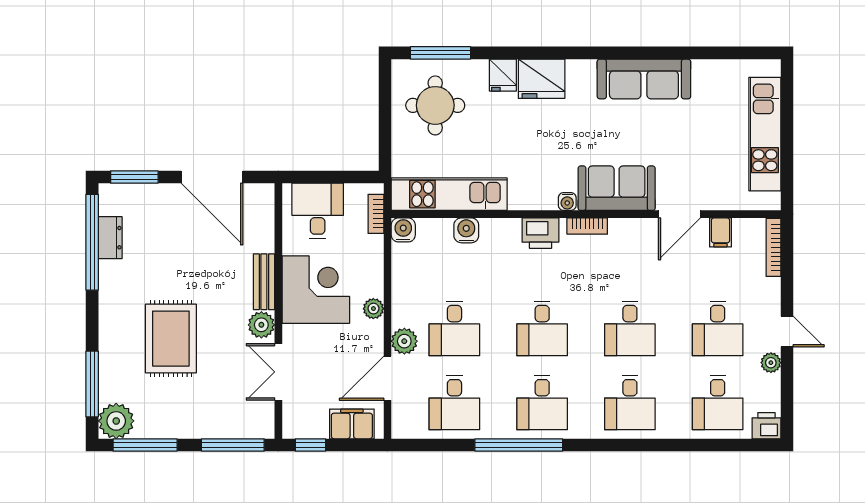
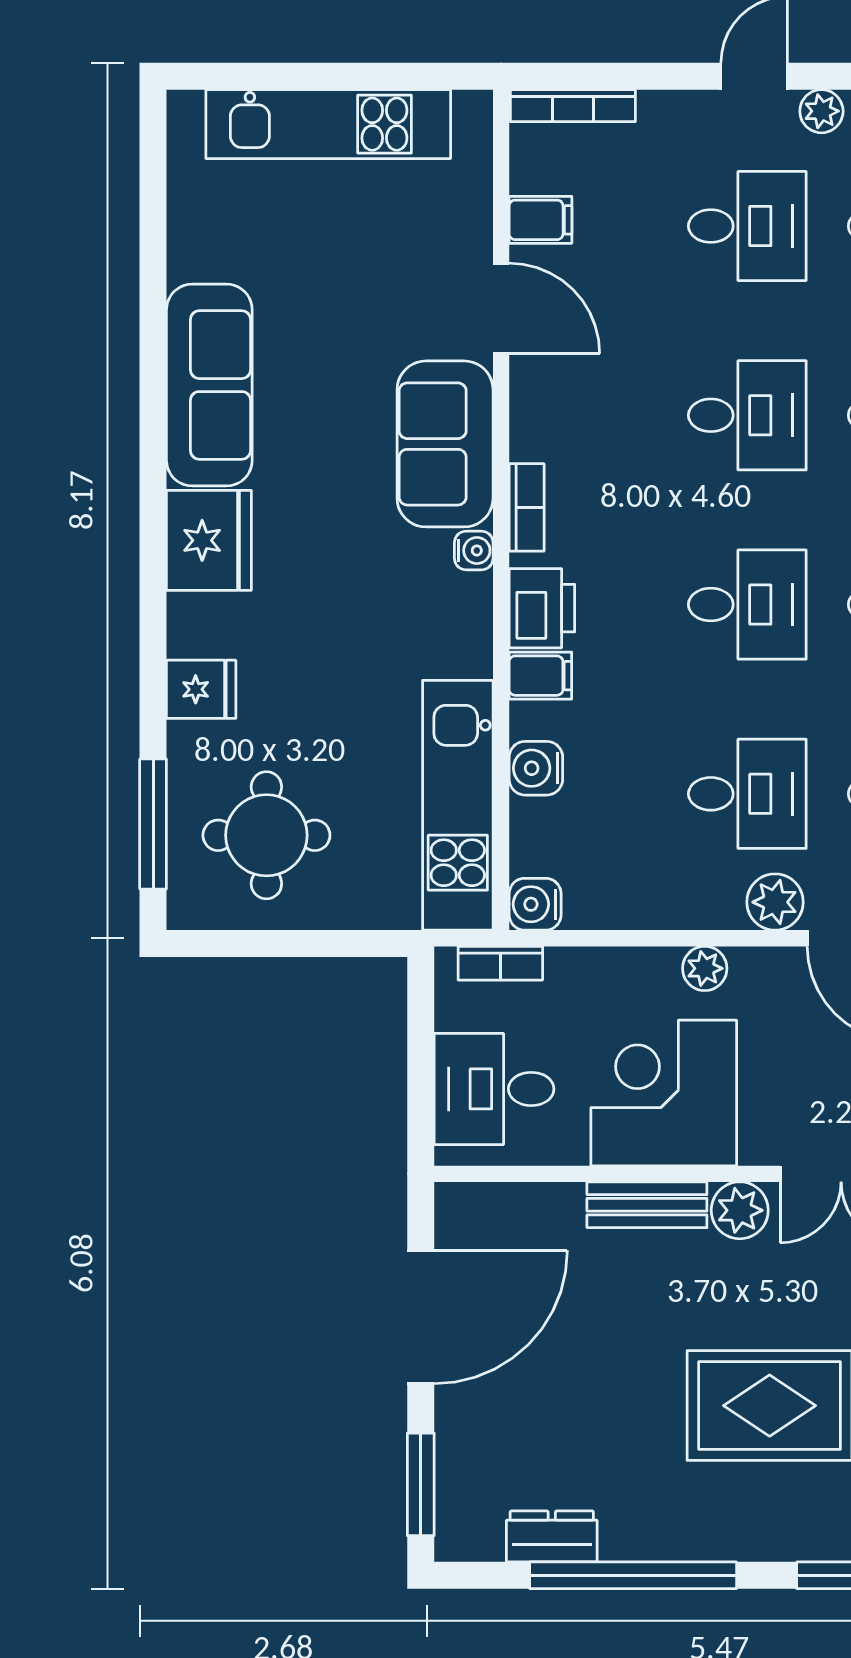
fridge: (542, 79) -> (209, 540), moved
filing cabinet: (509, 232) -> (540, 676), added
window: (92, 242) -> (633, 1575), moved

